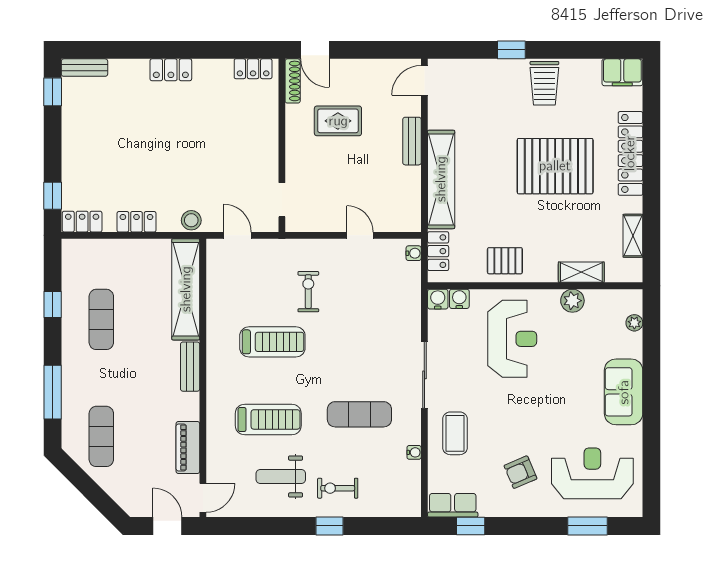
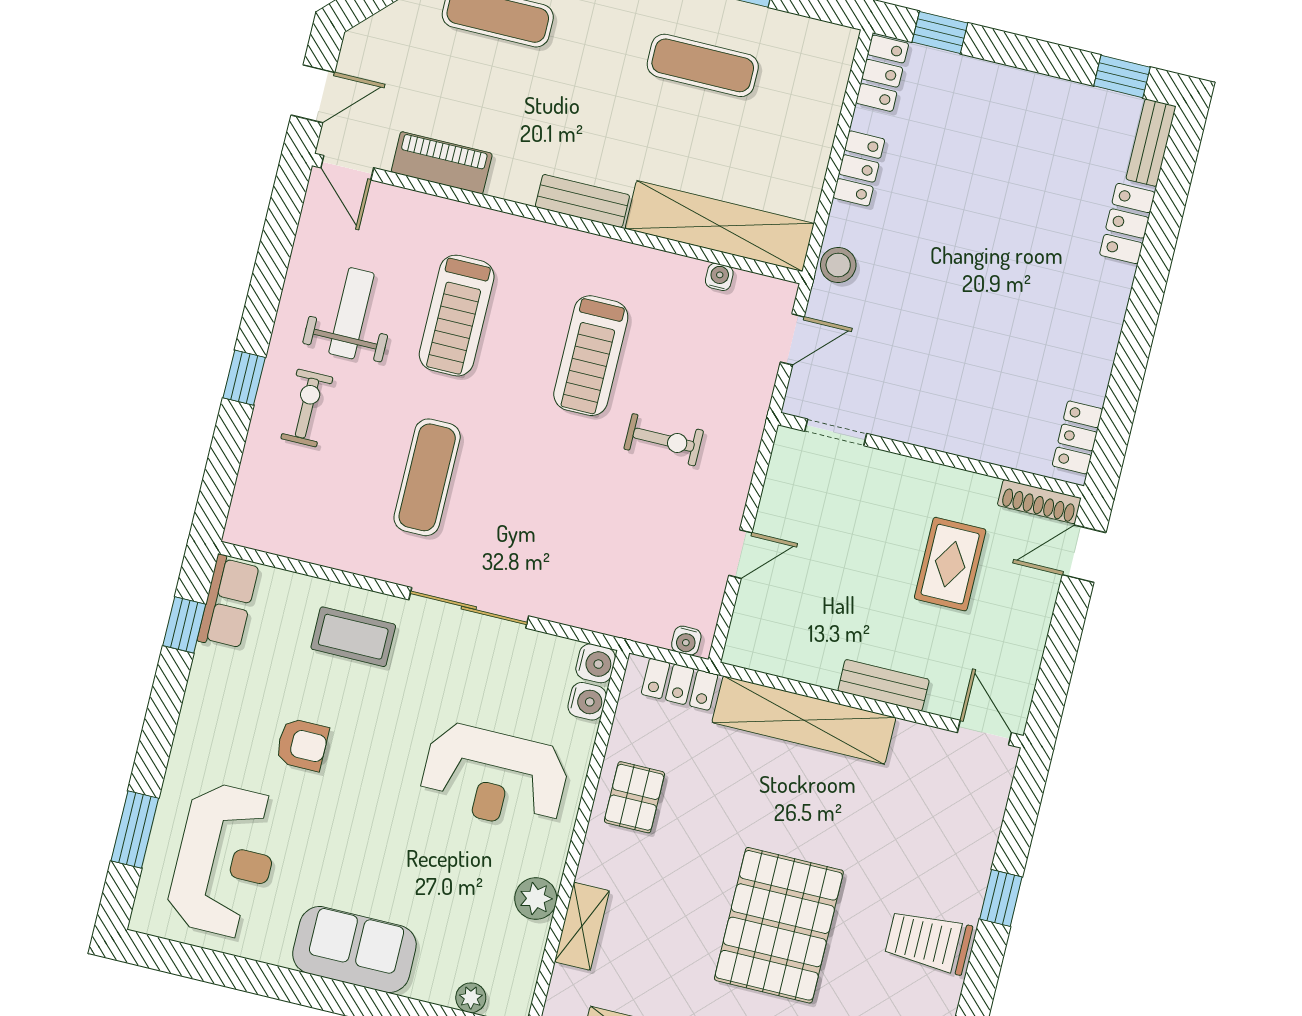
locker: (171, 70) -> (1127, 224), moved
water cooler: (414, 452) -> (719, 277), moved, turned 180
armchair: (520, 472) -> (302, 745), moved, turned 113

